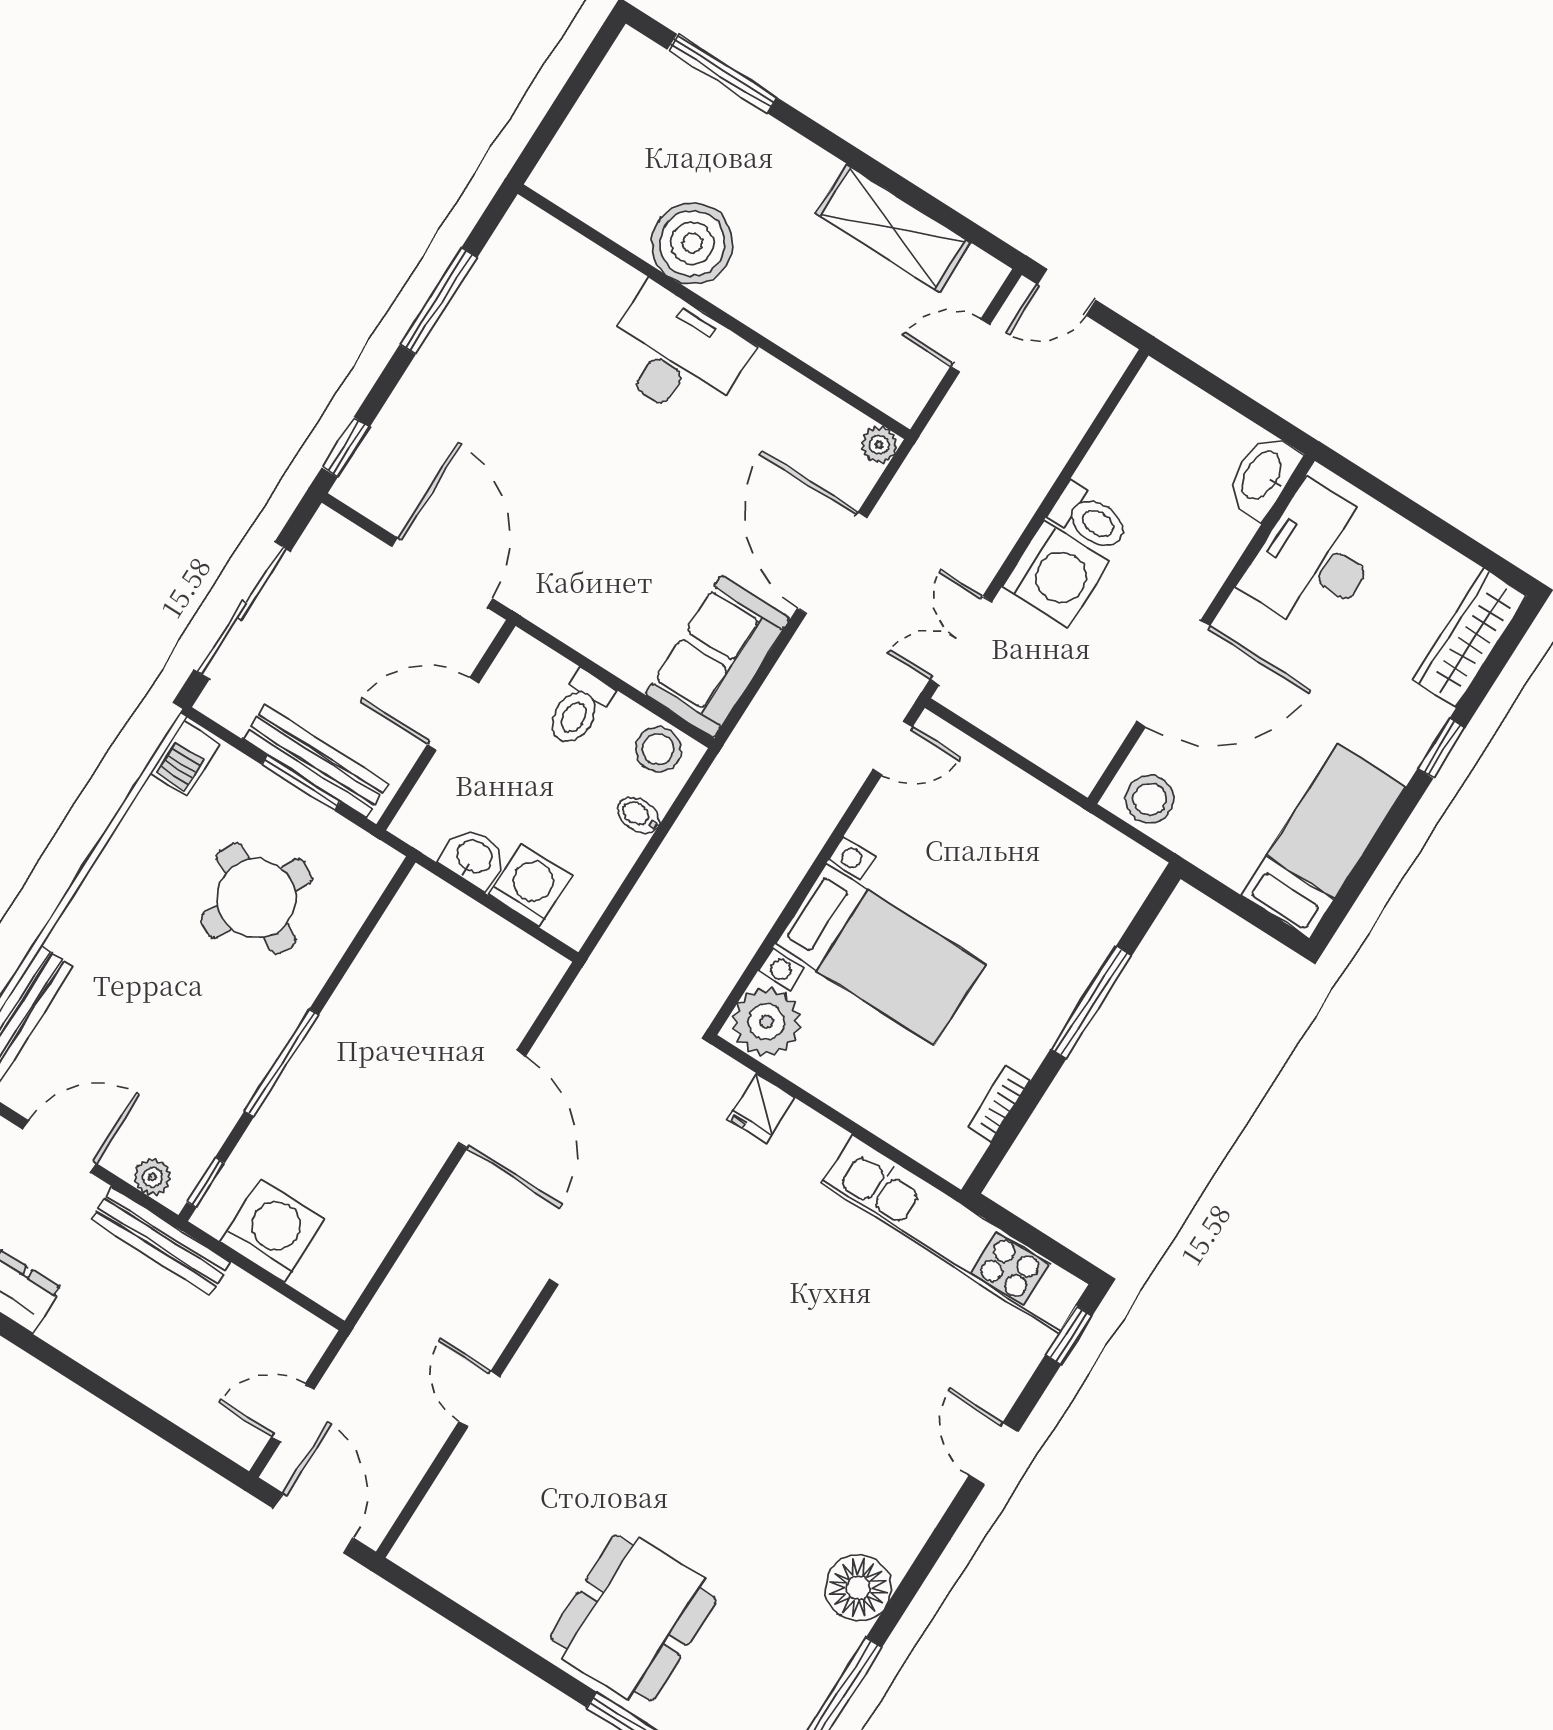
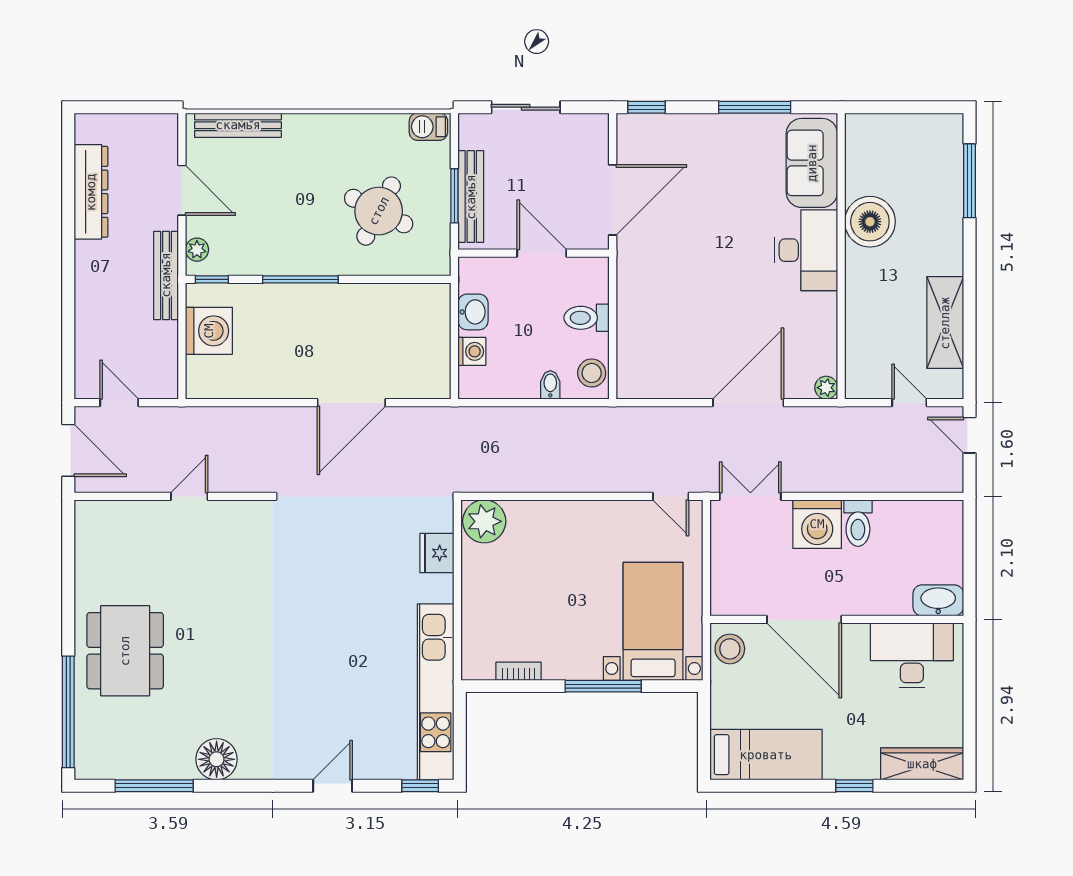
sliding door: (242, 610) -> (526, 107), width x0.73
sofa: (718, 656) -> (812, 163), moved, turned -90
washing machine: (530, 886) -> (472, 351), width x0.73, depth x0.73
bed with nightstands: (880, 954) -> (653, 621), moved, turned 180
fridge: (761, 1108) -> (437, 553), width x1.38
door: (314, 1523) -> (68, 450), hinge flipped
dining table: (633, 1618) -> (125, 651), turned 90

